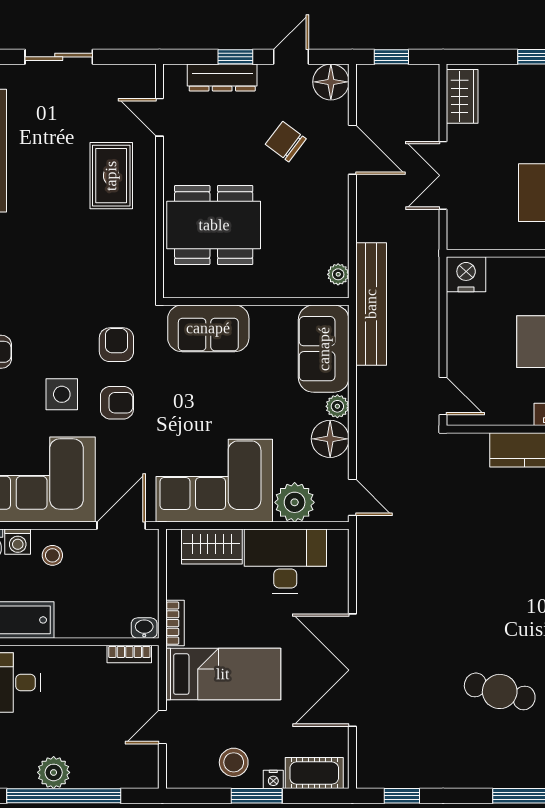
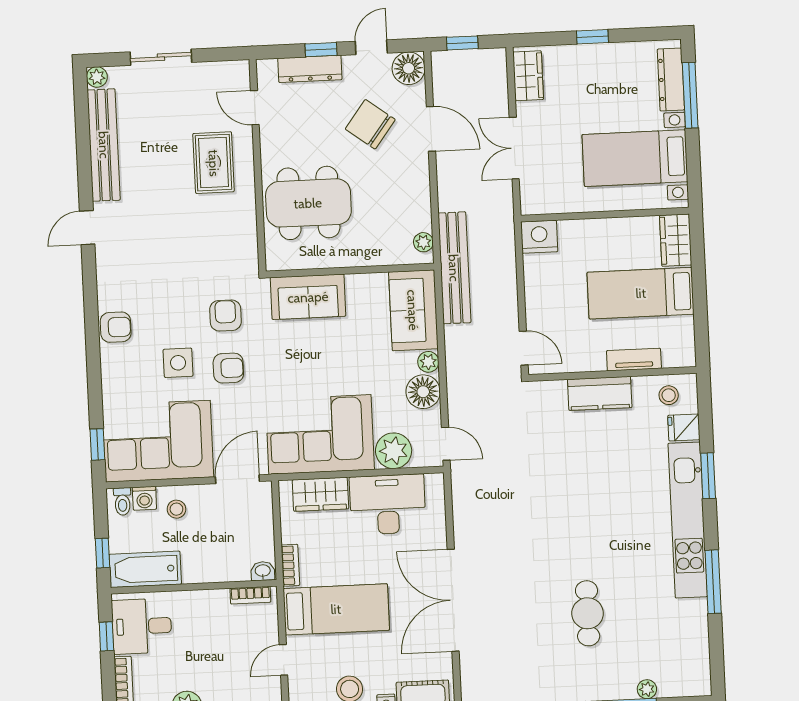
chair: (286, 142) -> (370, 124), width x1.37, depth x1.37
cafe table: (500, 691) -> (588, 613), turned 75

